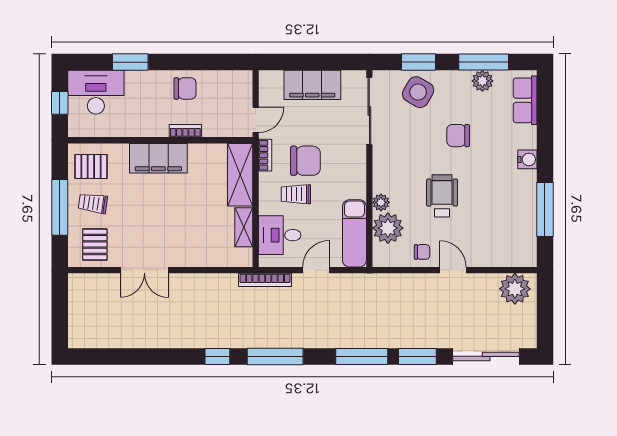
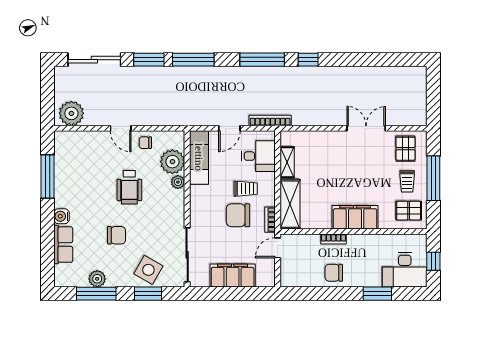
row of seats: (525, 100) -> (63, 245), moved
trolley: (93, 203) -> (407, 181), turned 82

